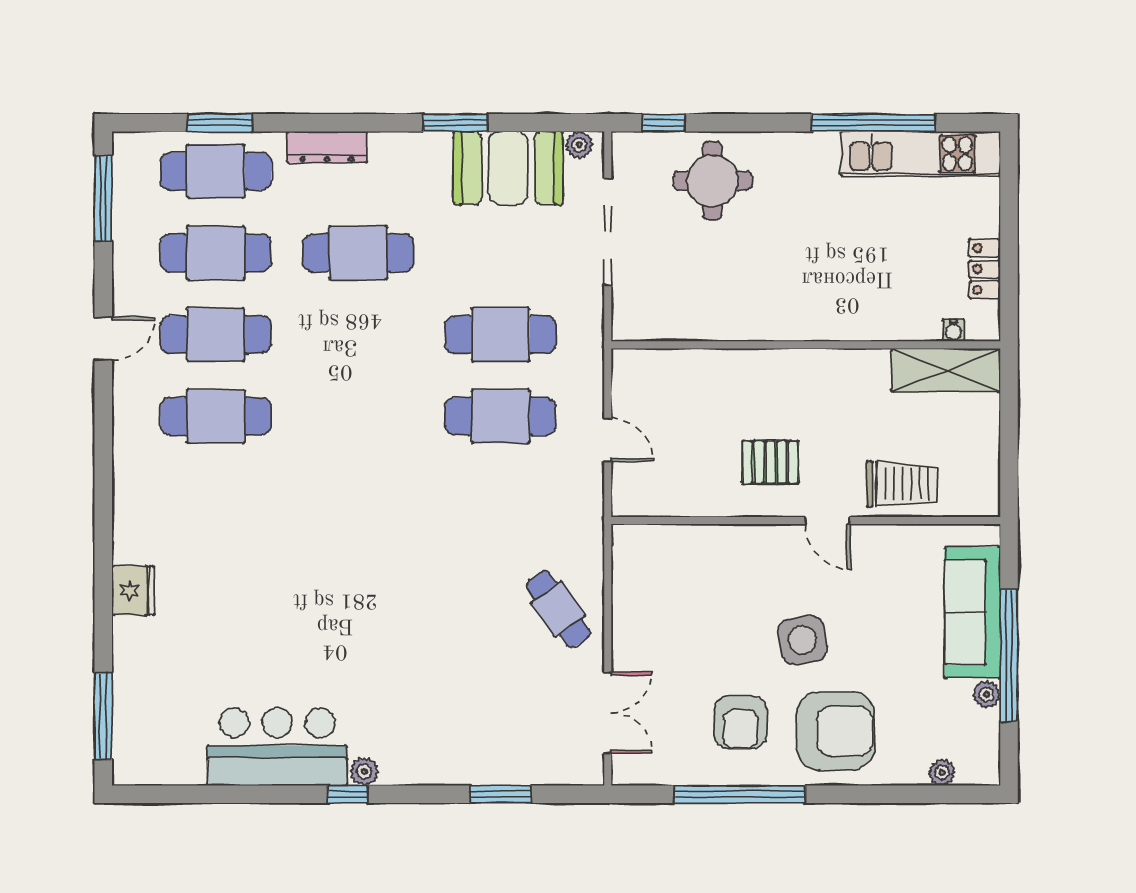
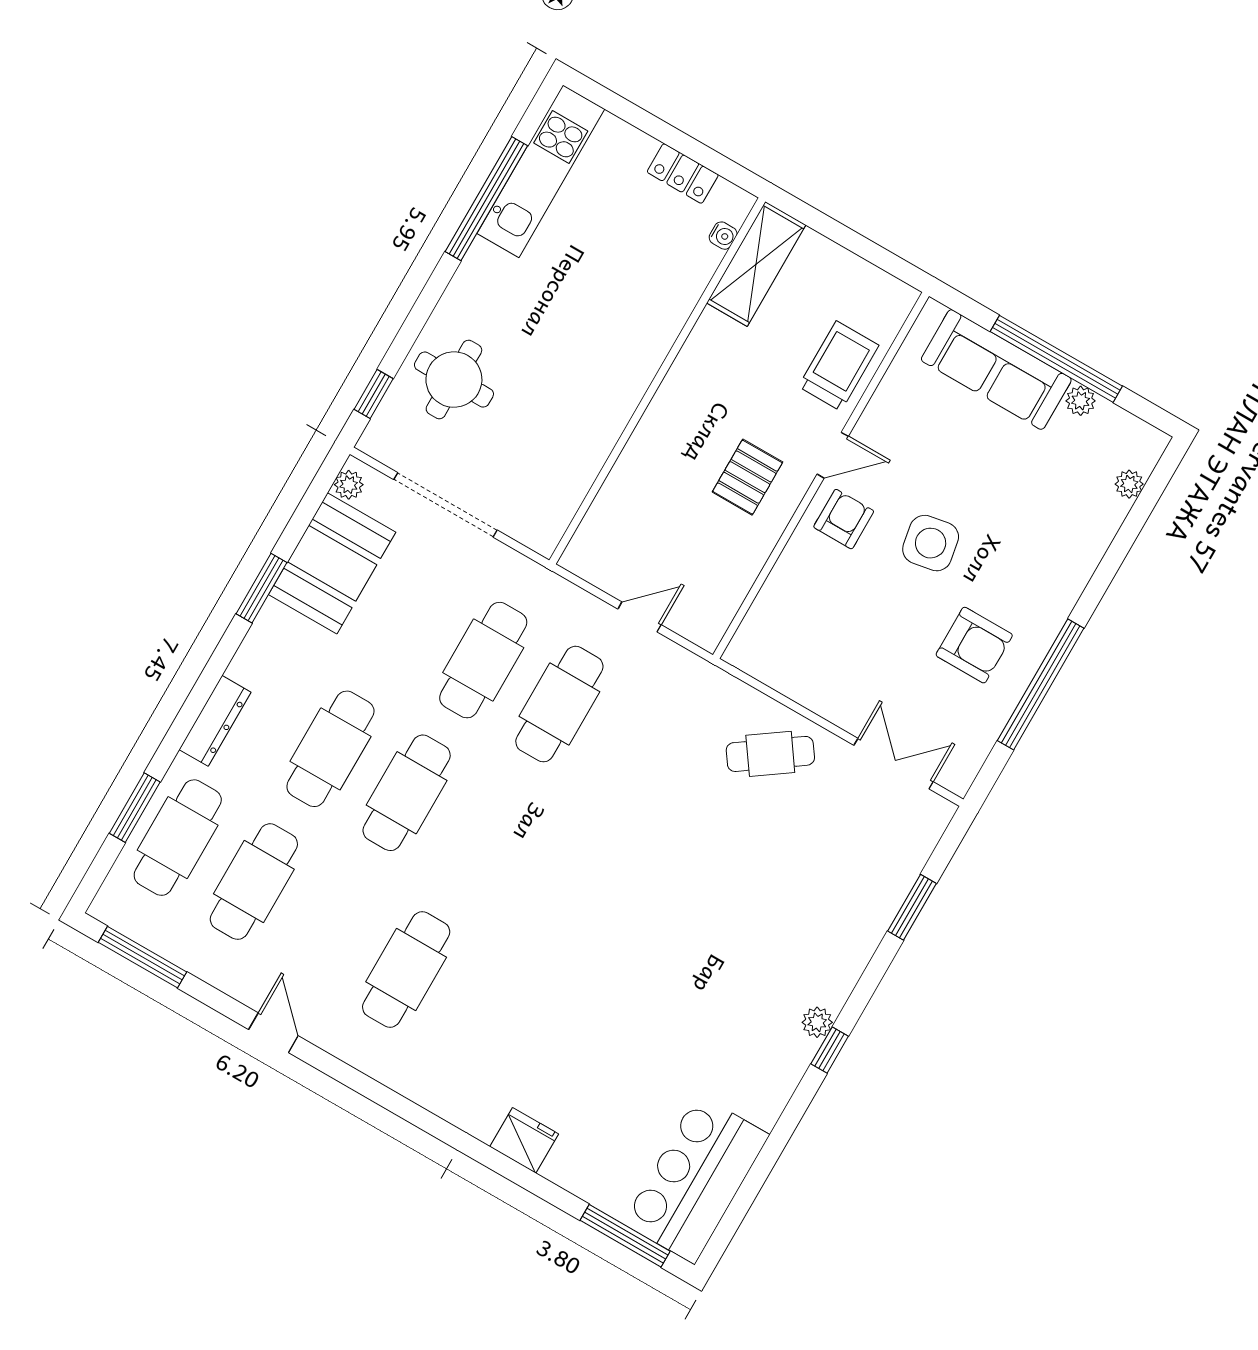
cafe table: (216, 335) -> (407, 793), moved
armchair: (835, 731) -> (844, 519), moved, width x0.53, depth x0.53
bar counter: (277, 747) -> (696, 1179), moved

